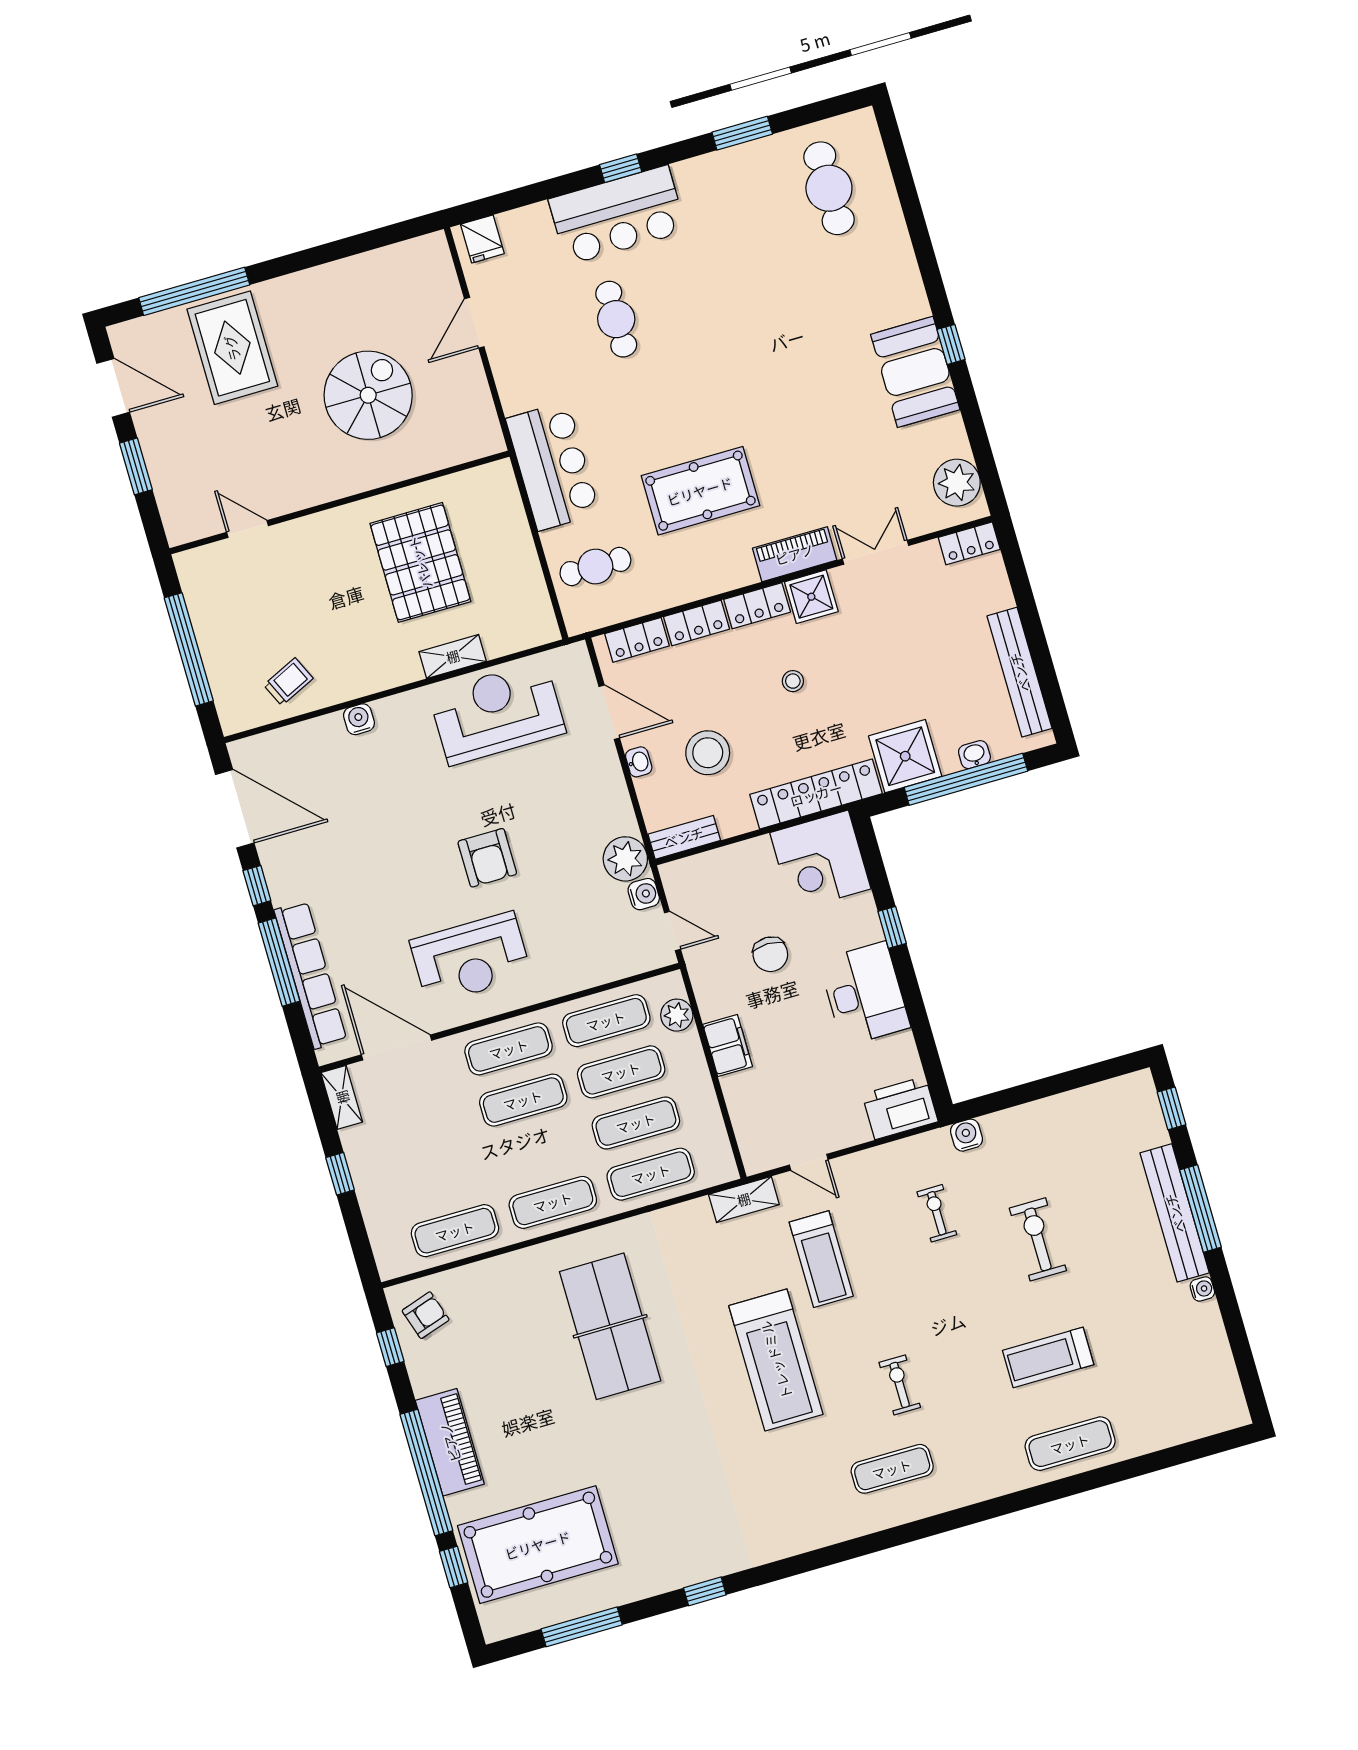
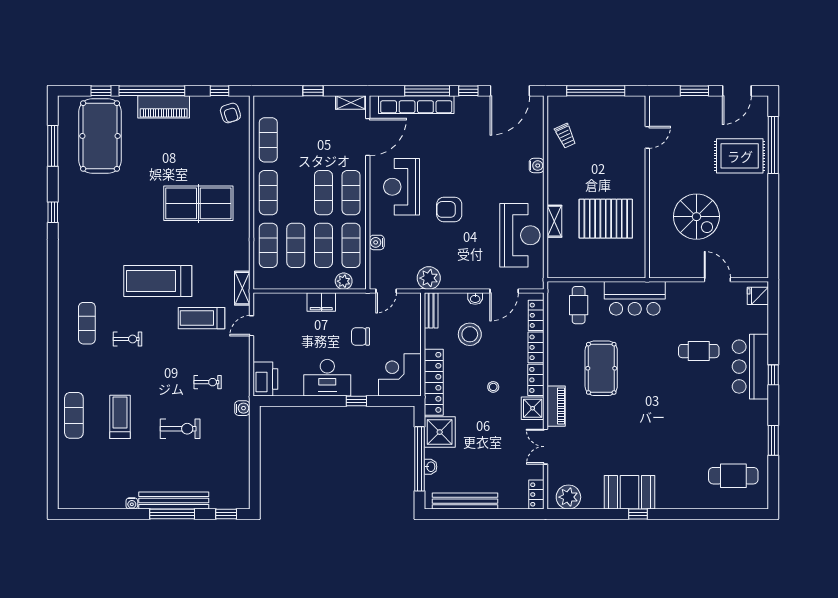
double door: (875, 552) -> (545, 447), swing flipped
water cooler: (644, 894) -> (377, 242), moved, turned 90

